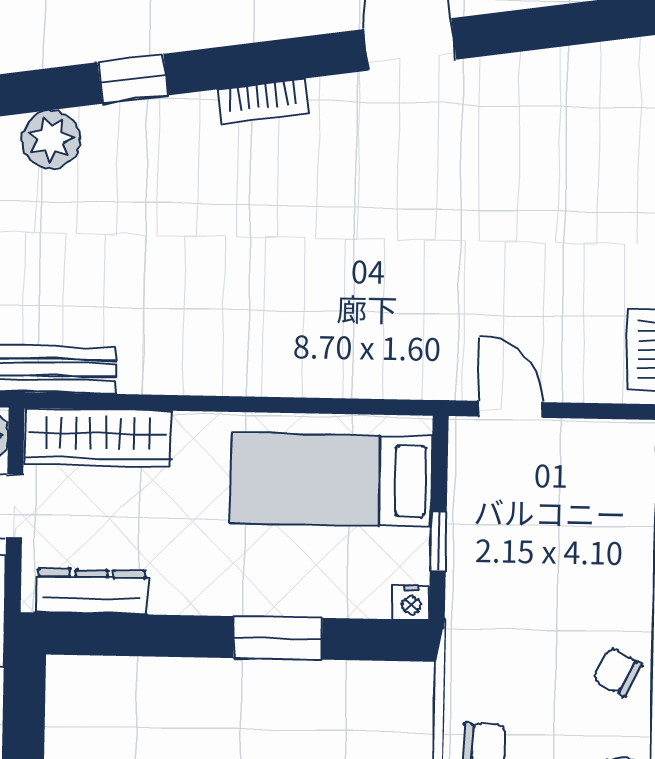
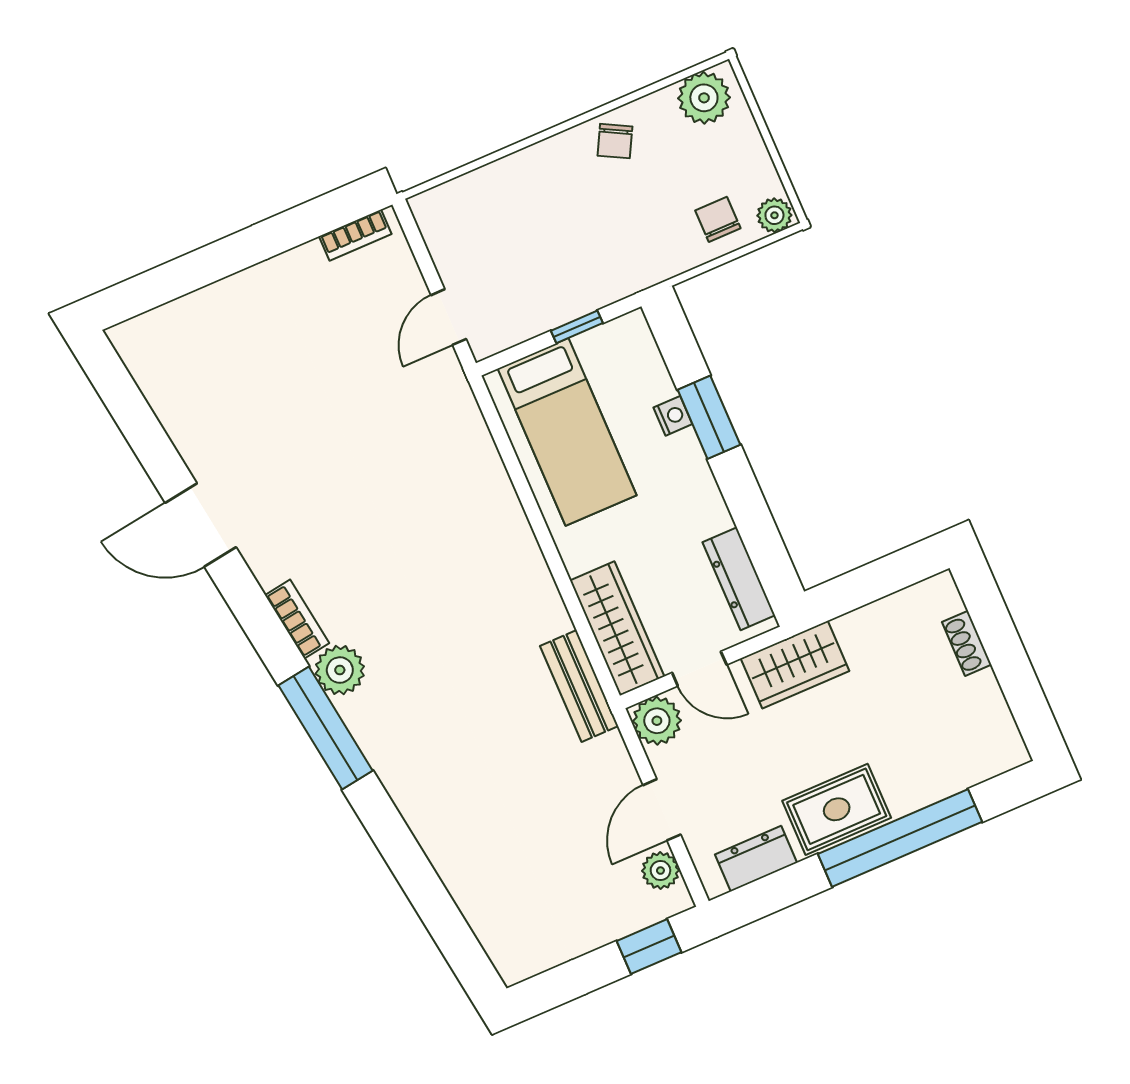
window: (133, 79) -> (325, 728), width x2.17
plant: (51, 139) -> (340, 670), moved
nightstand: (411, 602) -> (673, 416), moved

